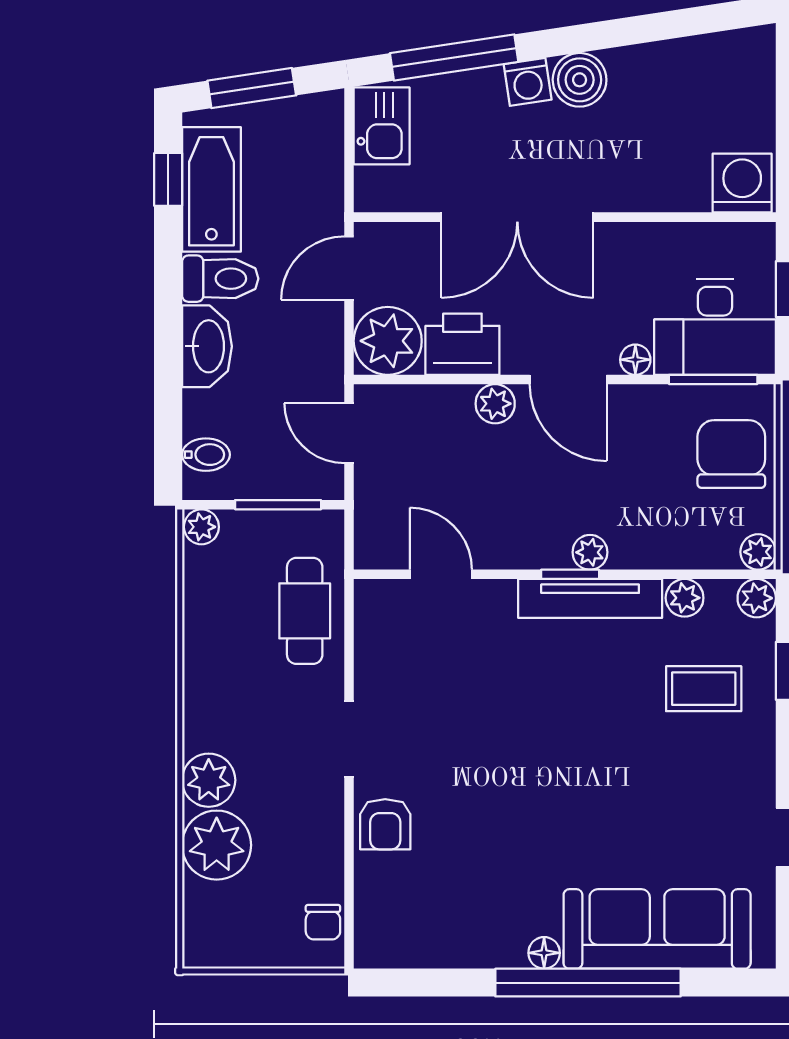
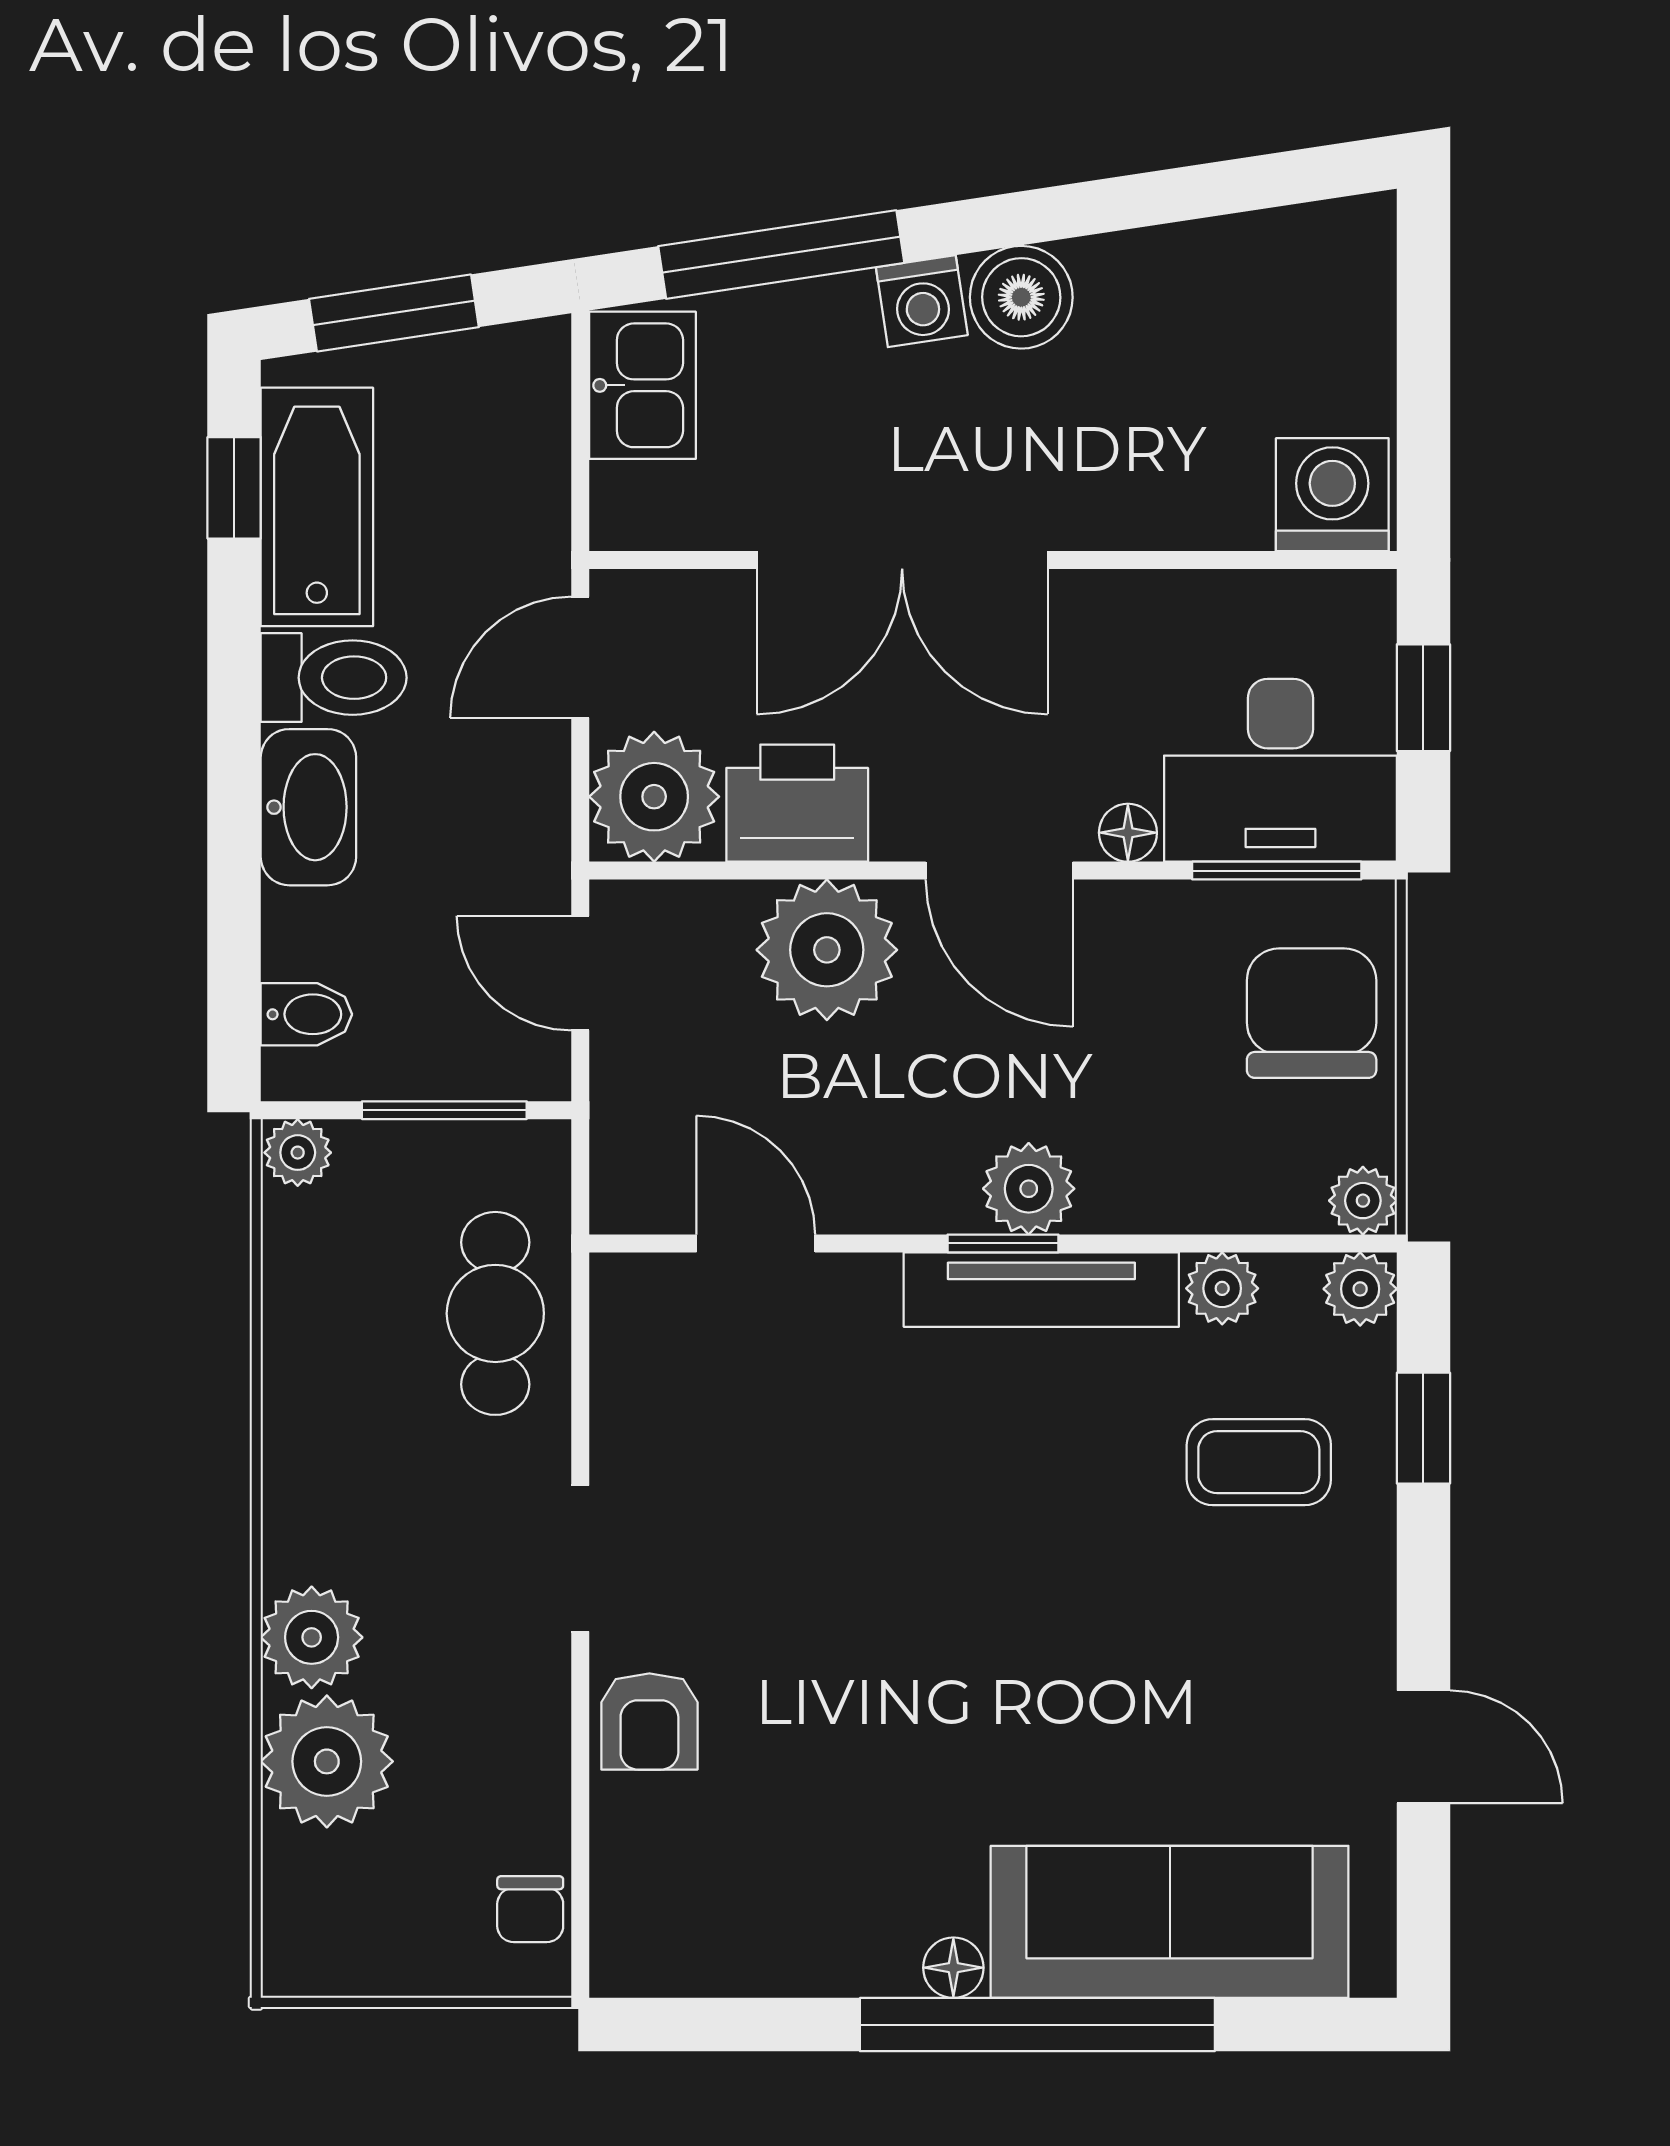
plant: (495, 404) -> (827, 950), width x1.87, depth x1.87
plant: (590, 552) -> (1029, 1189), width x1.38, depth x1.38

